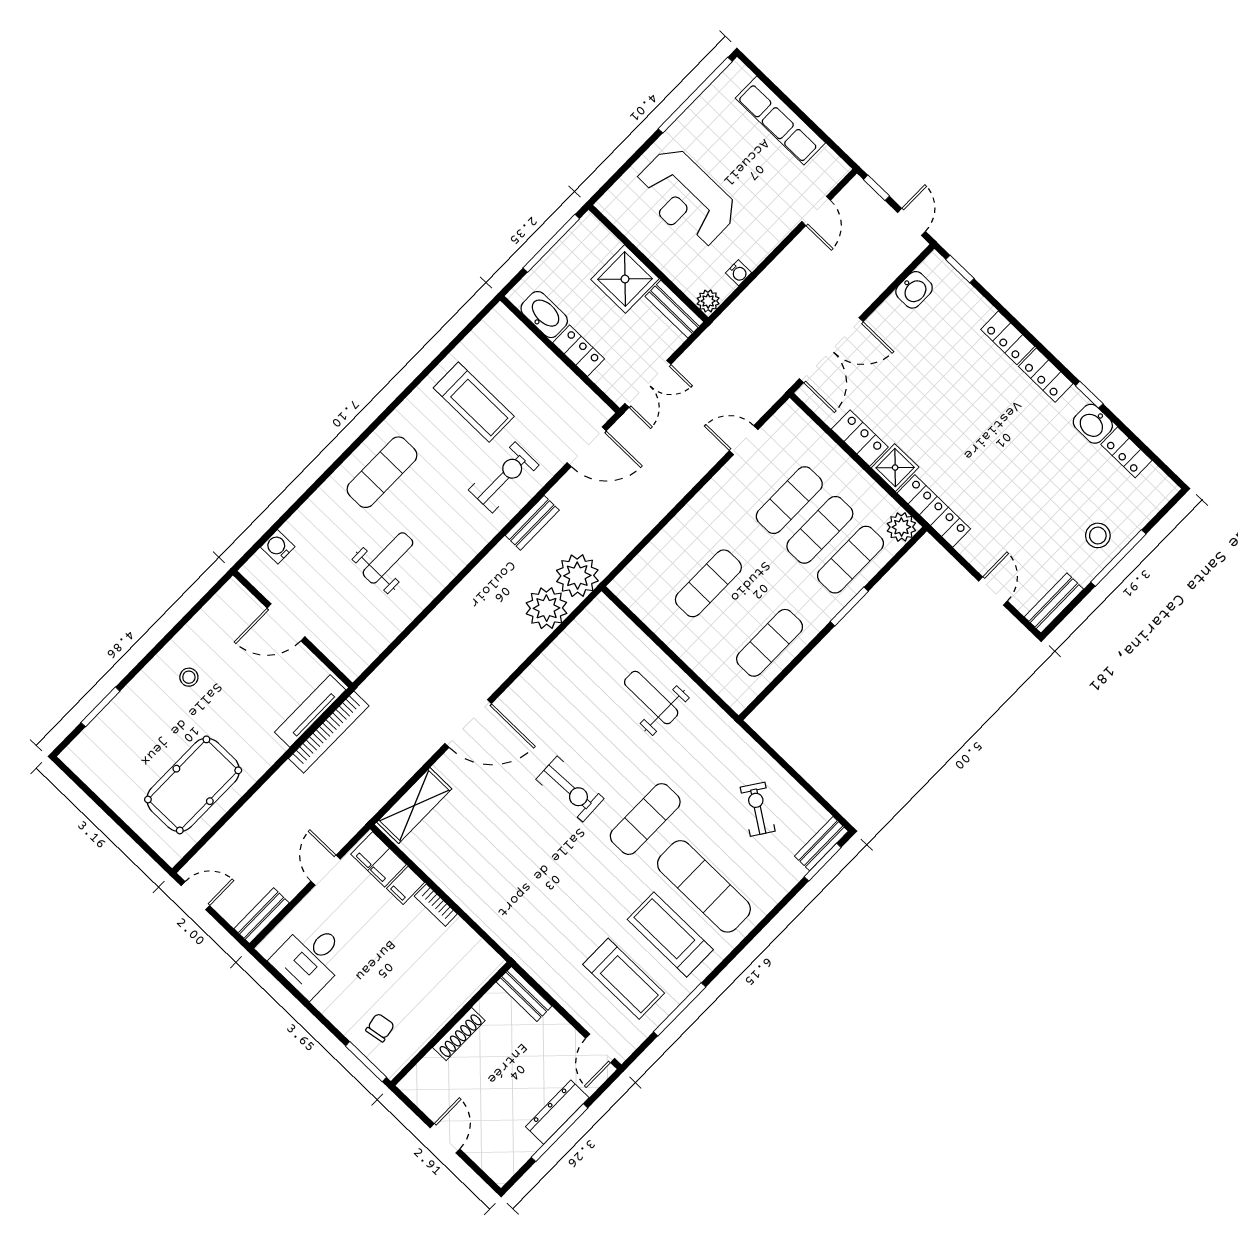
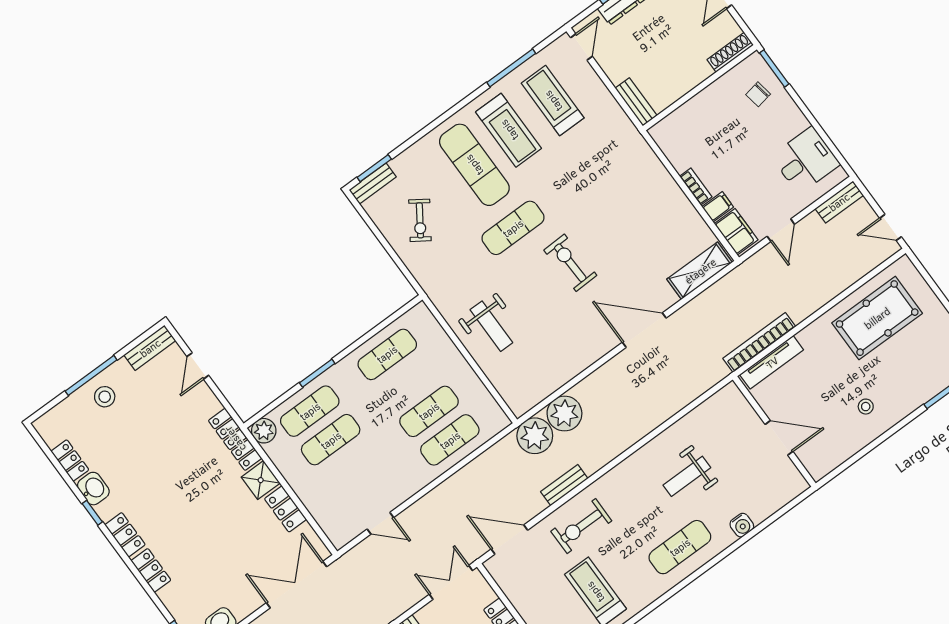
exercise mat: (789, 500) -> (450, 440), moved
water cooler: (278, 547) -> (742, 525), moved
shoe rack: (459, 1034) -> (730, 52), moved

